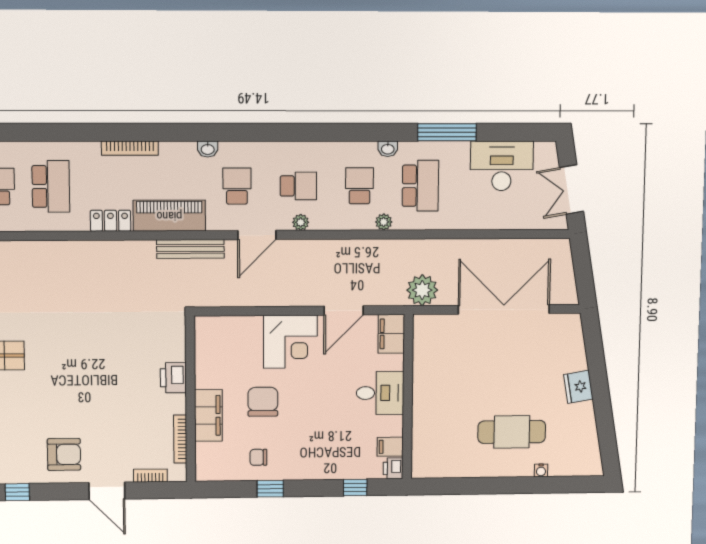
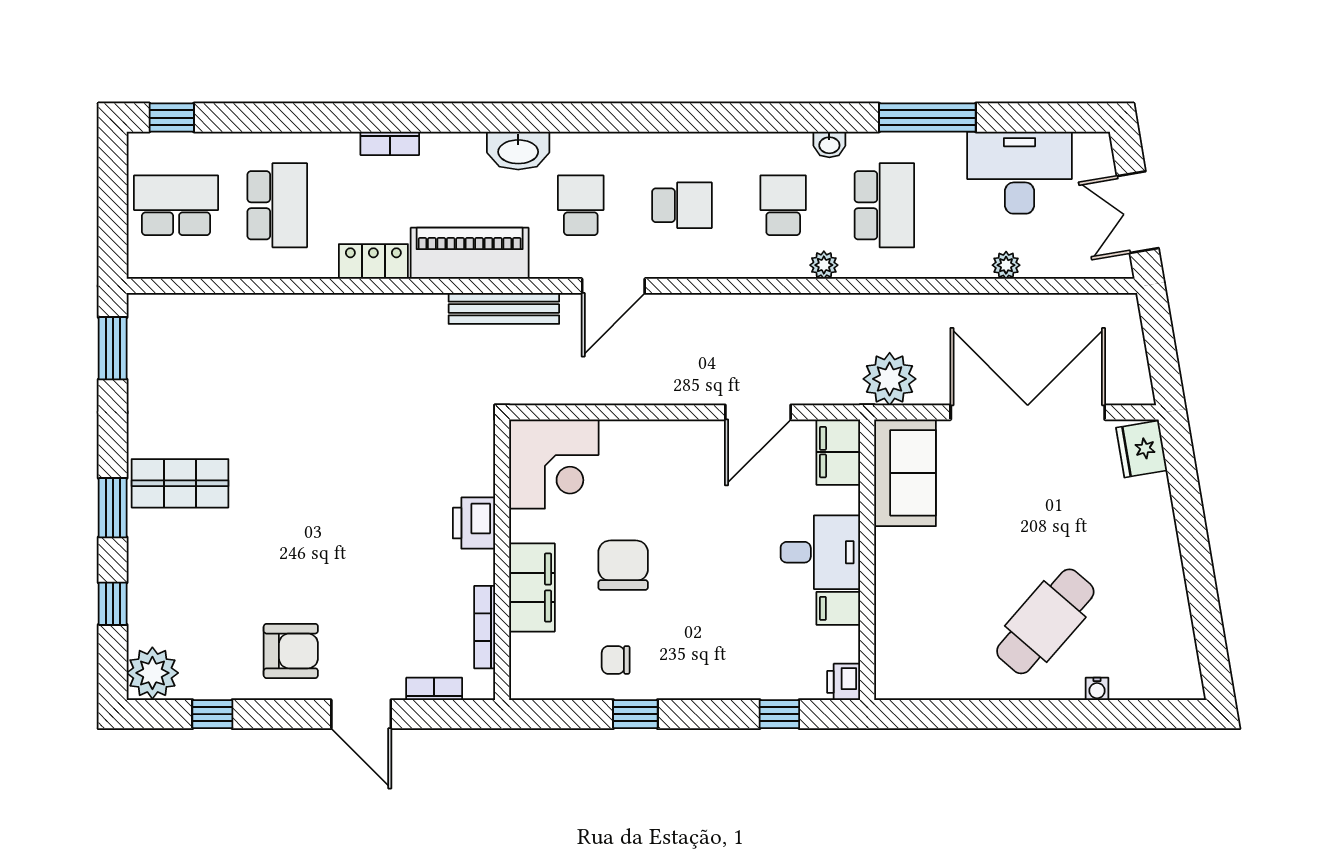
bookcase: (130, 148) -> (390, 143), width x0.64
washbasin: (208, 149) -> (518, 151), width x1.91, depth x1.45
plant: (301, 222) -> (1006, 265), moved
corner desk: (290, 342) -> (554, 464), moved
sofa: (431, 346) -> (905, 473), added
fridge: (578, 387) -> (1142, 449), moved
cafe table: (512, 432) -> (1045, 621), turned -49
filing cabinet: (390, 447) -> (838, 608), moved

